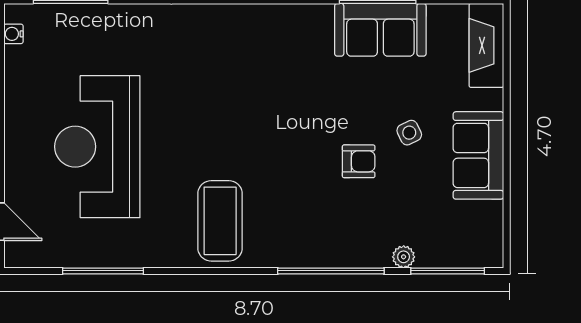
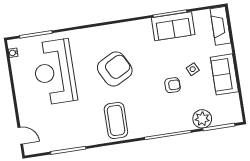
armchair: (235, 105) -> (115, 69), added
reception desk: (97, 147) -> (54, 72), moved
plant: (404, 257) -> (202, 119), width x1.87, depth x1.87

